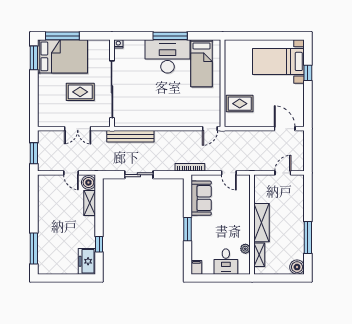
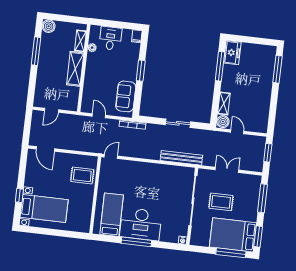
window: (34, 101) -> (263, 198), added
window: (99, 244) -> (220, 66), width x2.17

